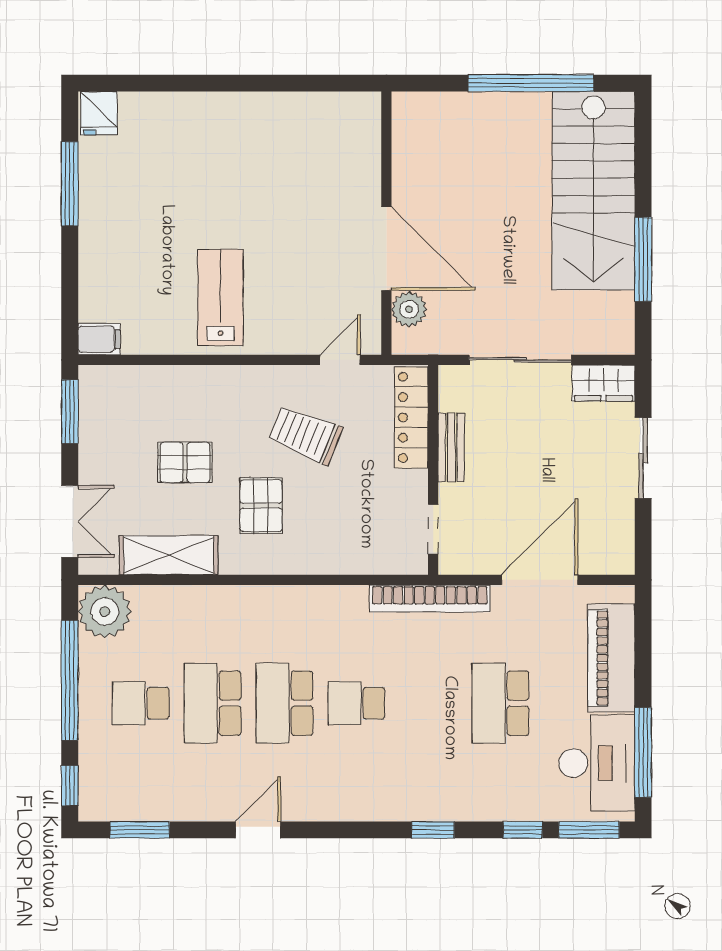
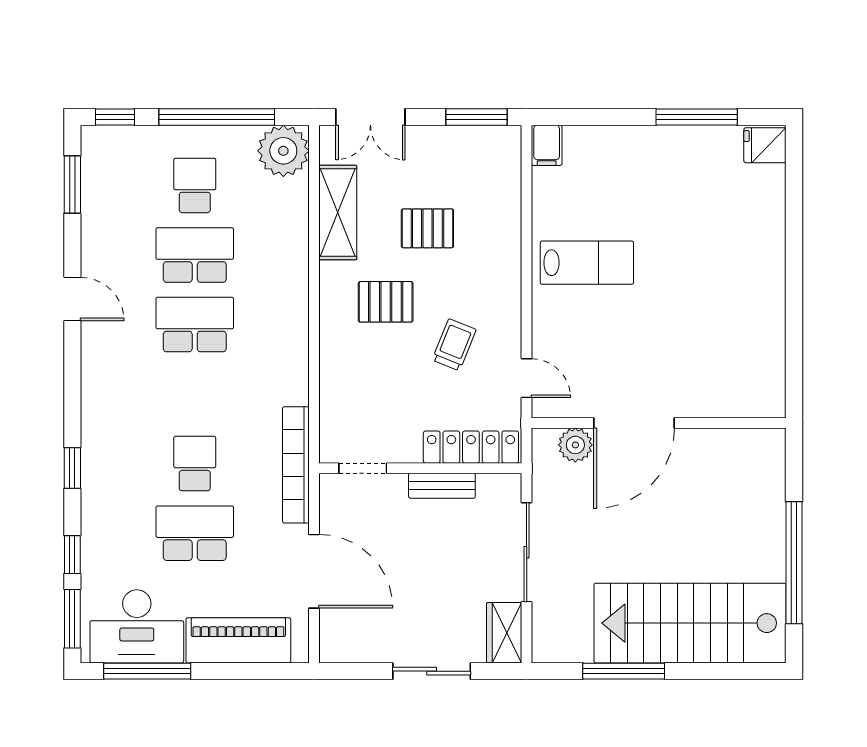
trolley: (305, 435) -> (454, 345), width x0.73, depth x0.72
pallet: (185, 462) -> (427, 228), turned 90
school desk: (356, 703) -> (195, 464), moved

